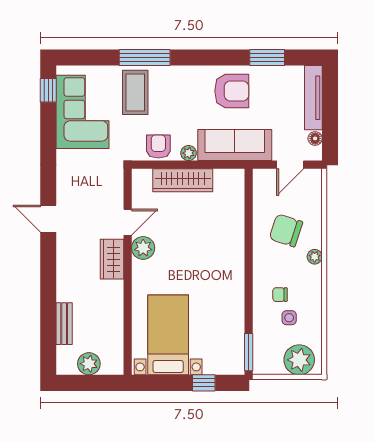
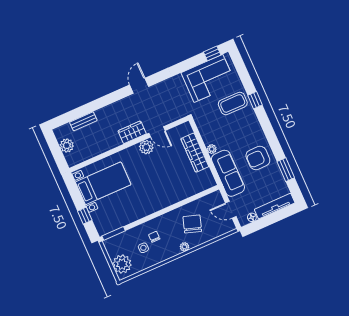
window: (145, 58) -> (255, 100), width x0.46
armchair: (232, 91) -> (258, 158), turned 90
armchair: (158, 146) -> (208, 130), removed

